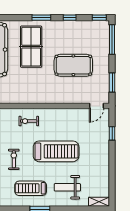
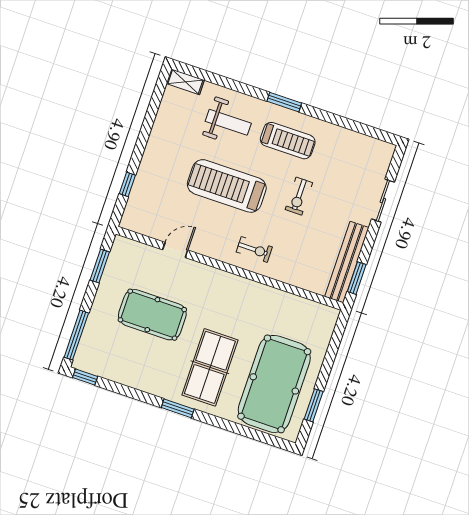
window: (70, 18) -> (132, 393), removed
door: (97, 106) -> (175, 250), moved

